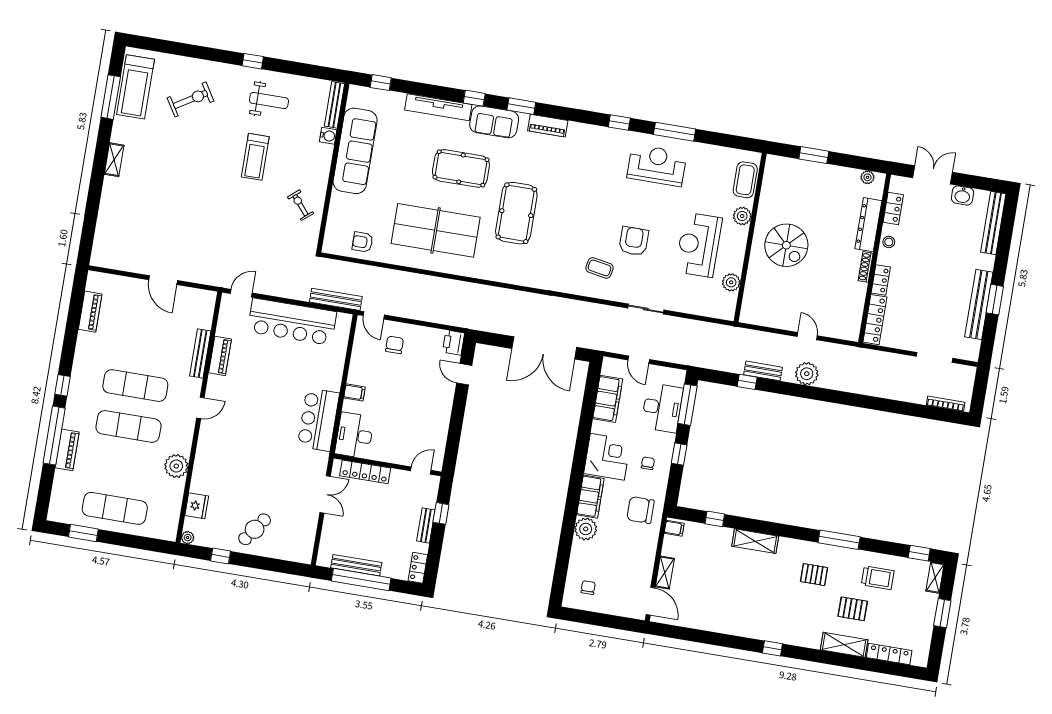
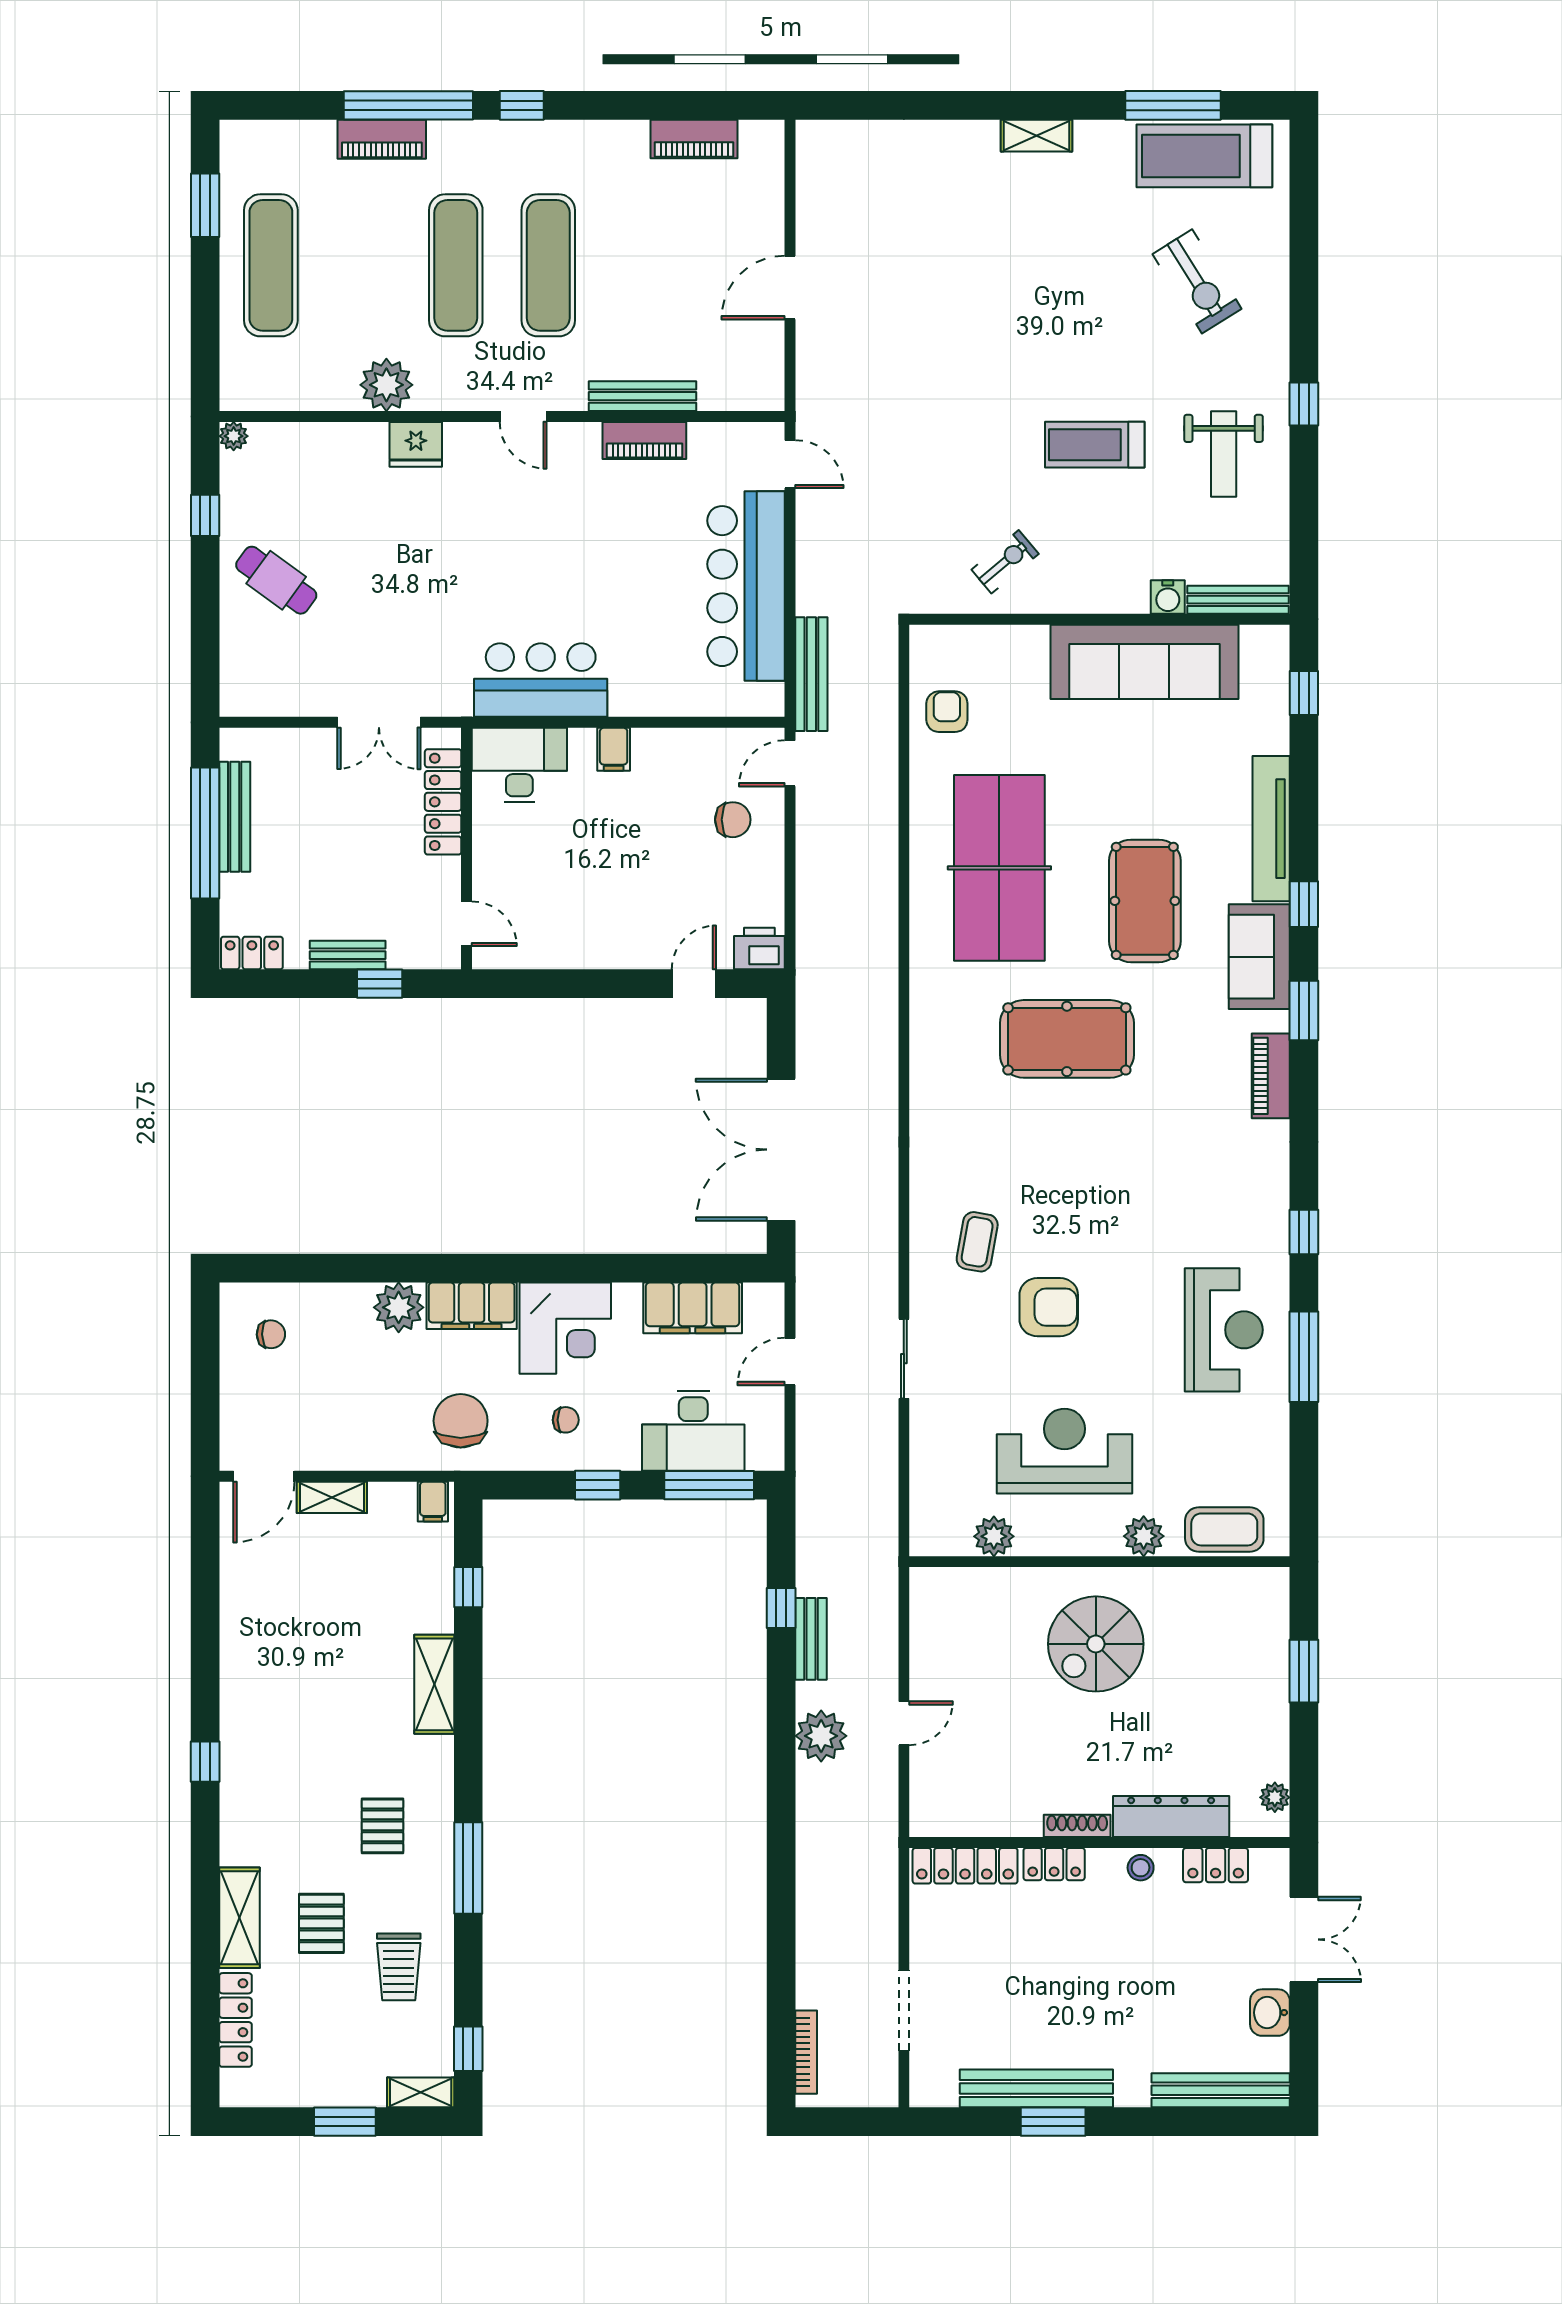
fridge: (197, 506) -> (416, 444), moved

